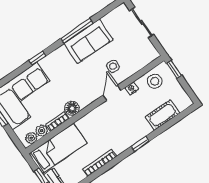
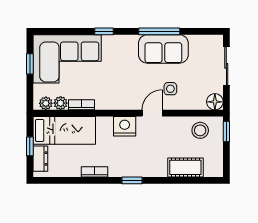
nightstand: (132, 88) -> (125, 126), moved, width x1.89, depth x1.79
floor lamp: (72, 108) -> (215, 102), moved
window: (140, 144) -> (132, 180), moved
bookcase: (100, 163) -> (94, 172), width x0.64

